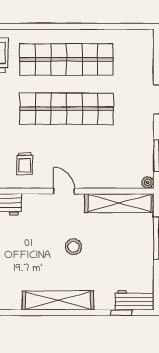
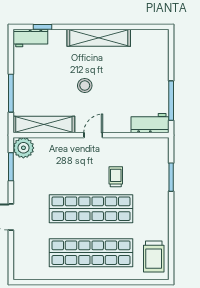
trolley: (25, 164) -> (116, 177), moved
plant: (148, 182) -> (23, 148), width x1.88, depth x1.88
door: (64, 191) -> (93, 135), swing flipped

